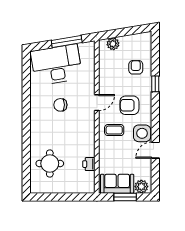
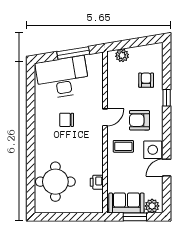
round table: (50, 163) -> (55, 182), width x1.36, depth x1.36

